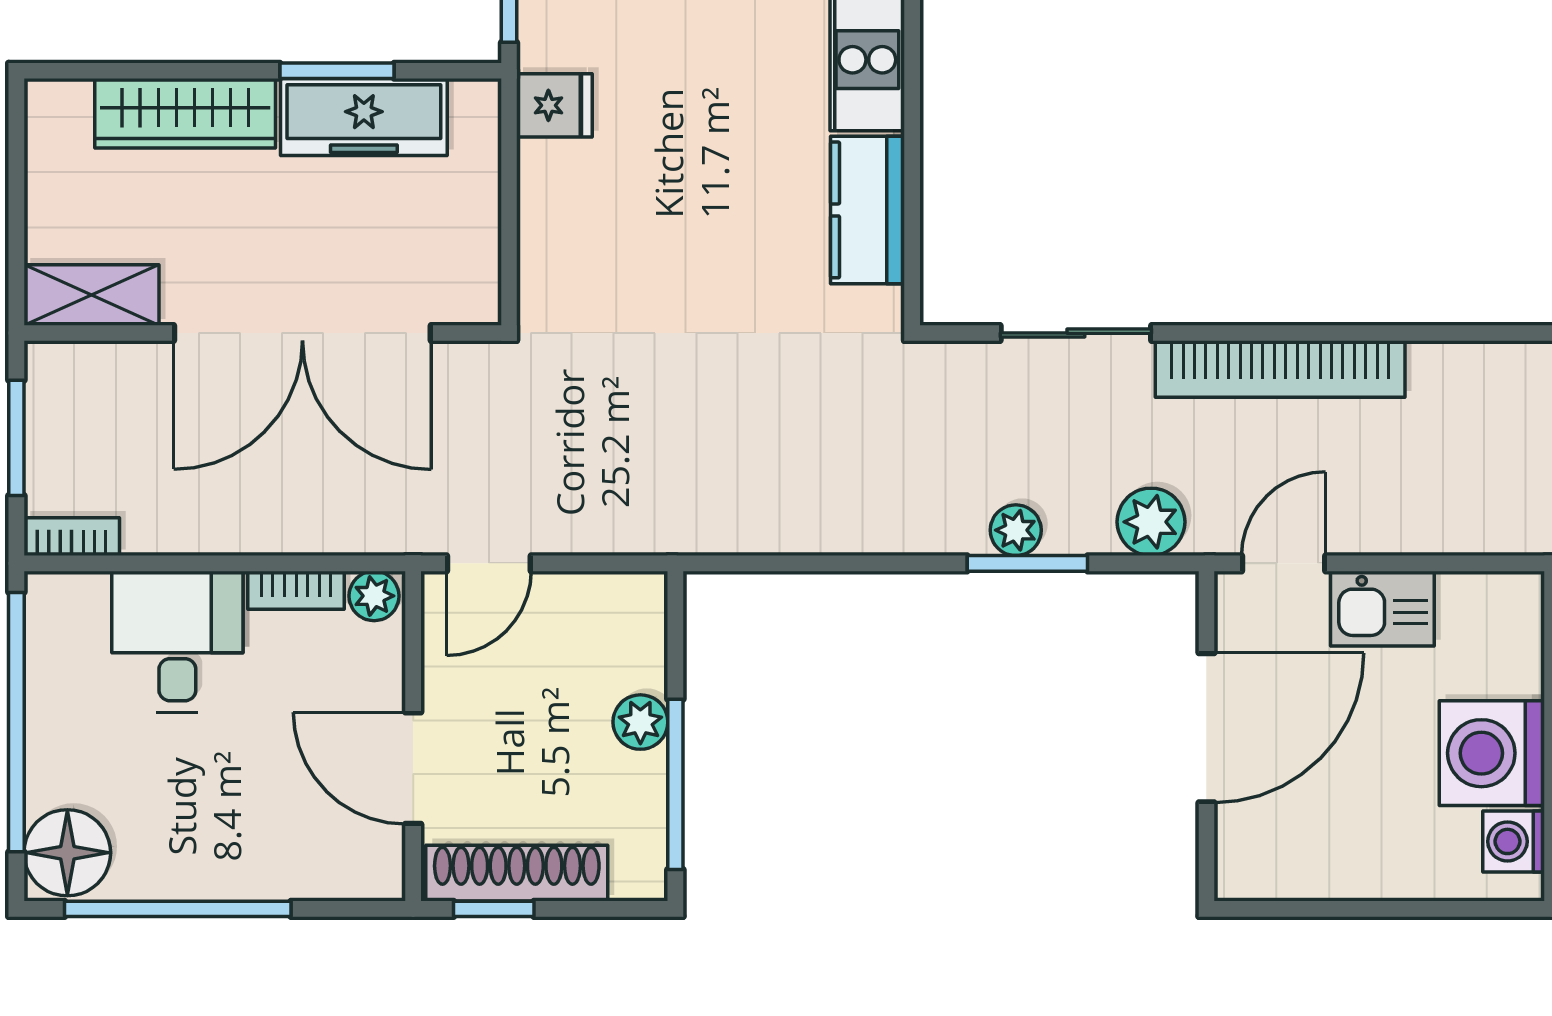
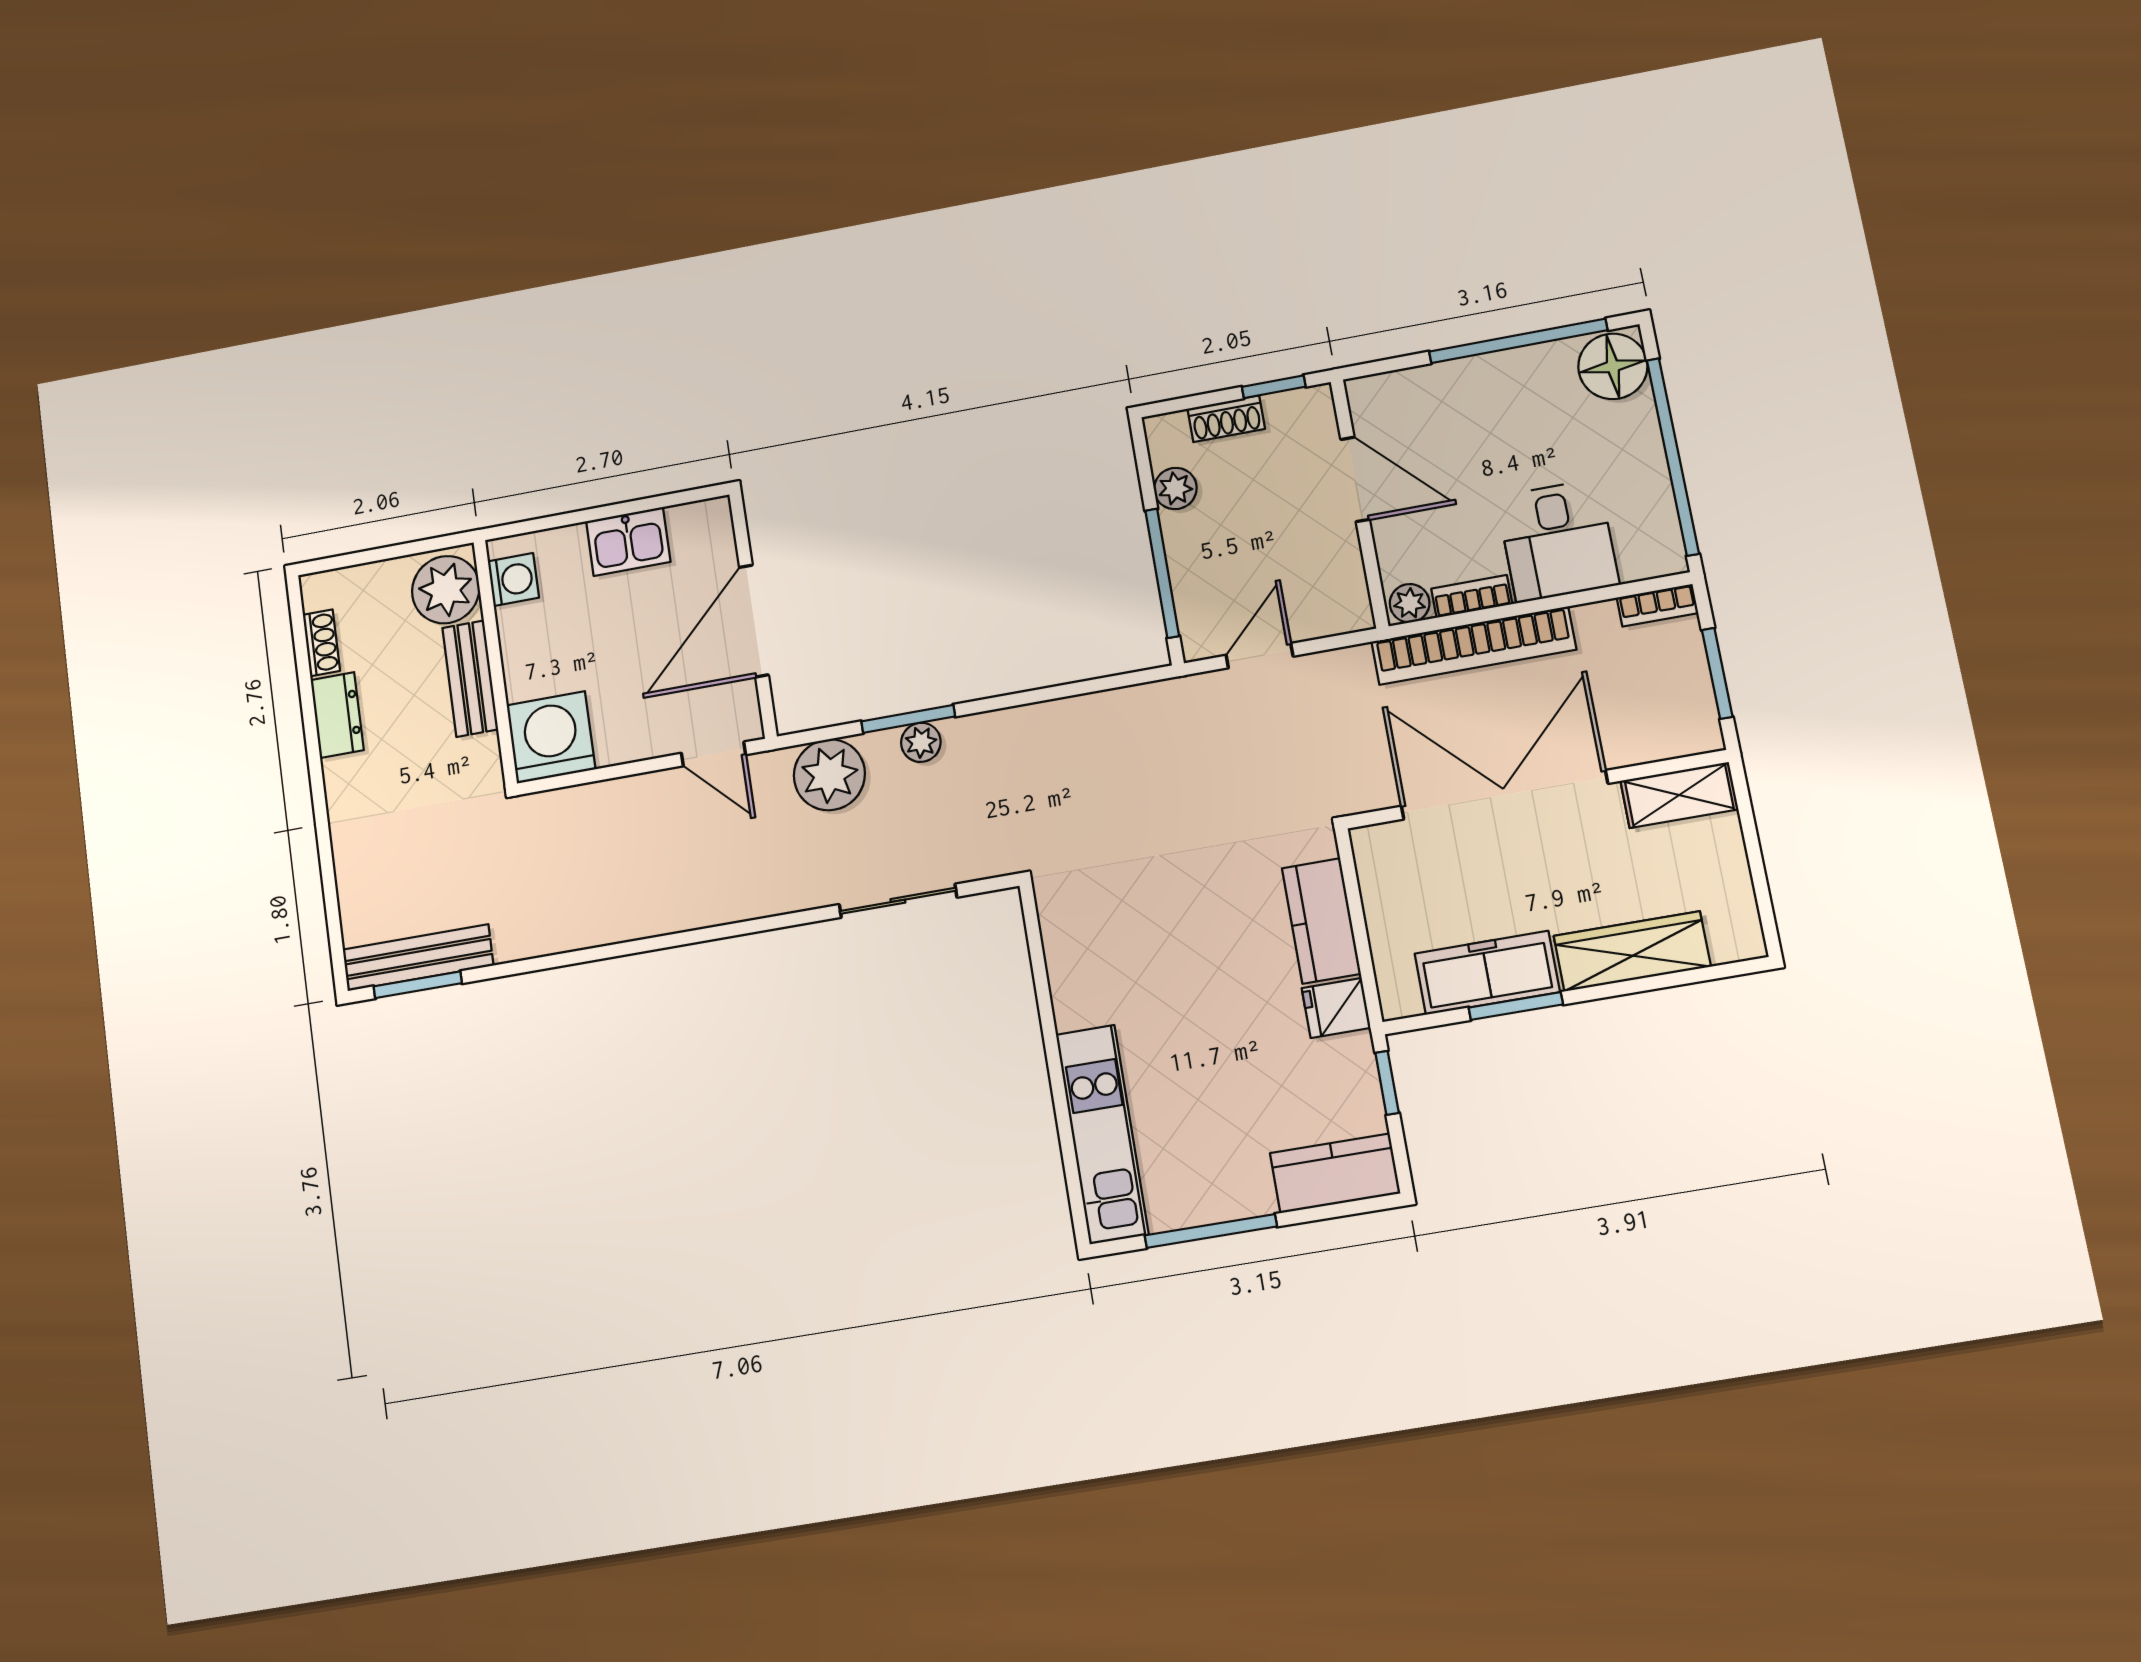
kitchen counter: (868, 210) -> (1321, 921), moved, turned 180
bookcase: (1280, 369) -> (1474, 646), moved, turned 180
plant: (1151, 522) -> (829, 775), width x1.36, depth x1.36
door: (489, 563) -> (1260, 656), moved
door: (1284, 563) -> (713, 754), hinge flipped
kitchen sink: (1382, 609) -> (628, 541), moved, turned 180
plant: (640, 722) -> (1175, 488), moved
washing machine: (1492, 753) -> (551, 737), moved, turned -90
window: (675, 784) -> (1162, 573), moved
shoe rack: (517, 873) -> (1226, 419), width x0.51, depth x0.81

